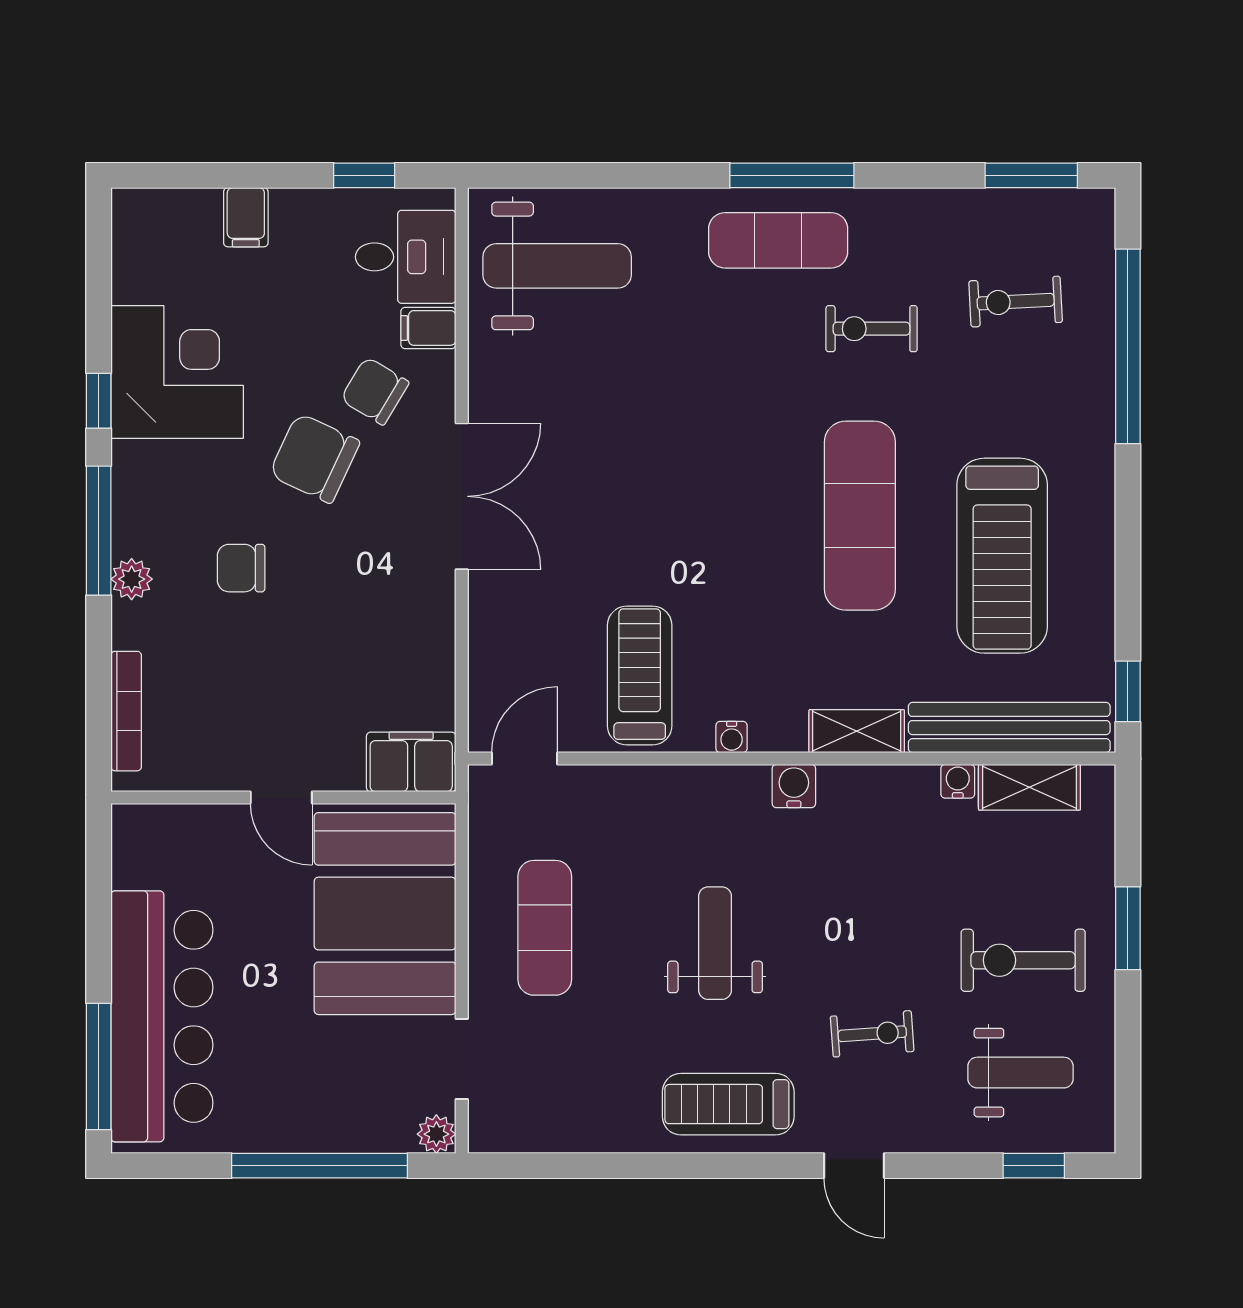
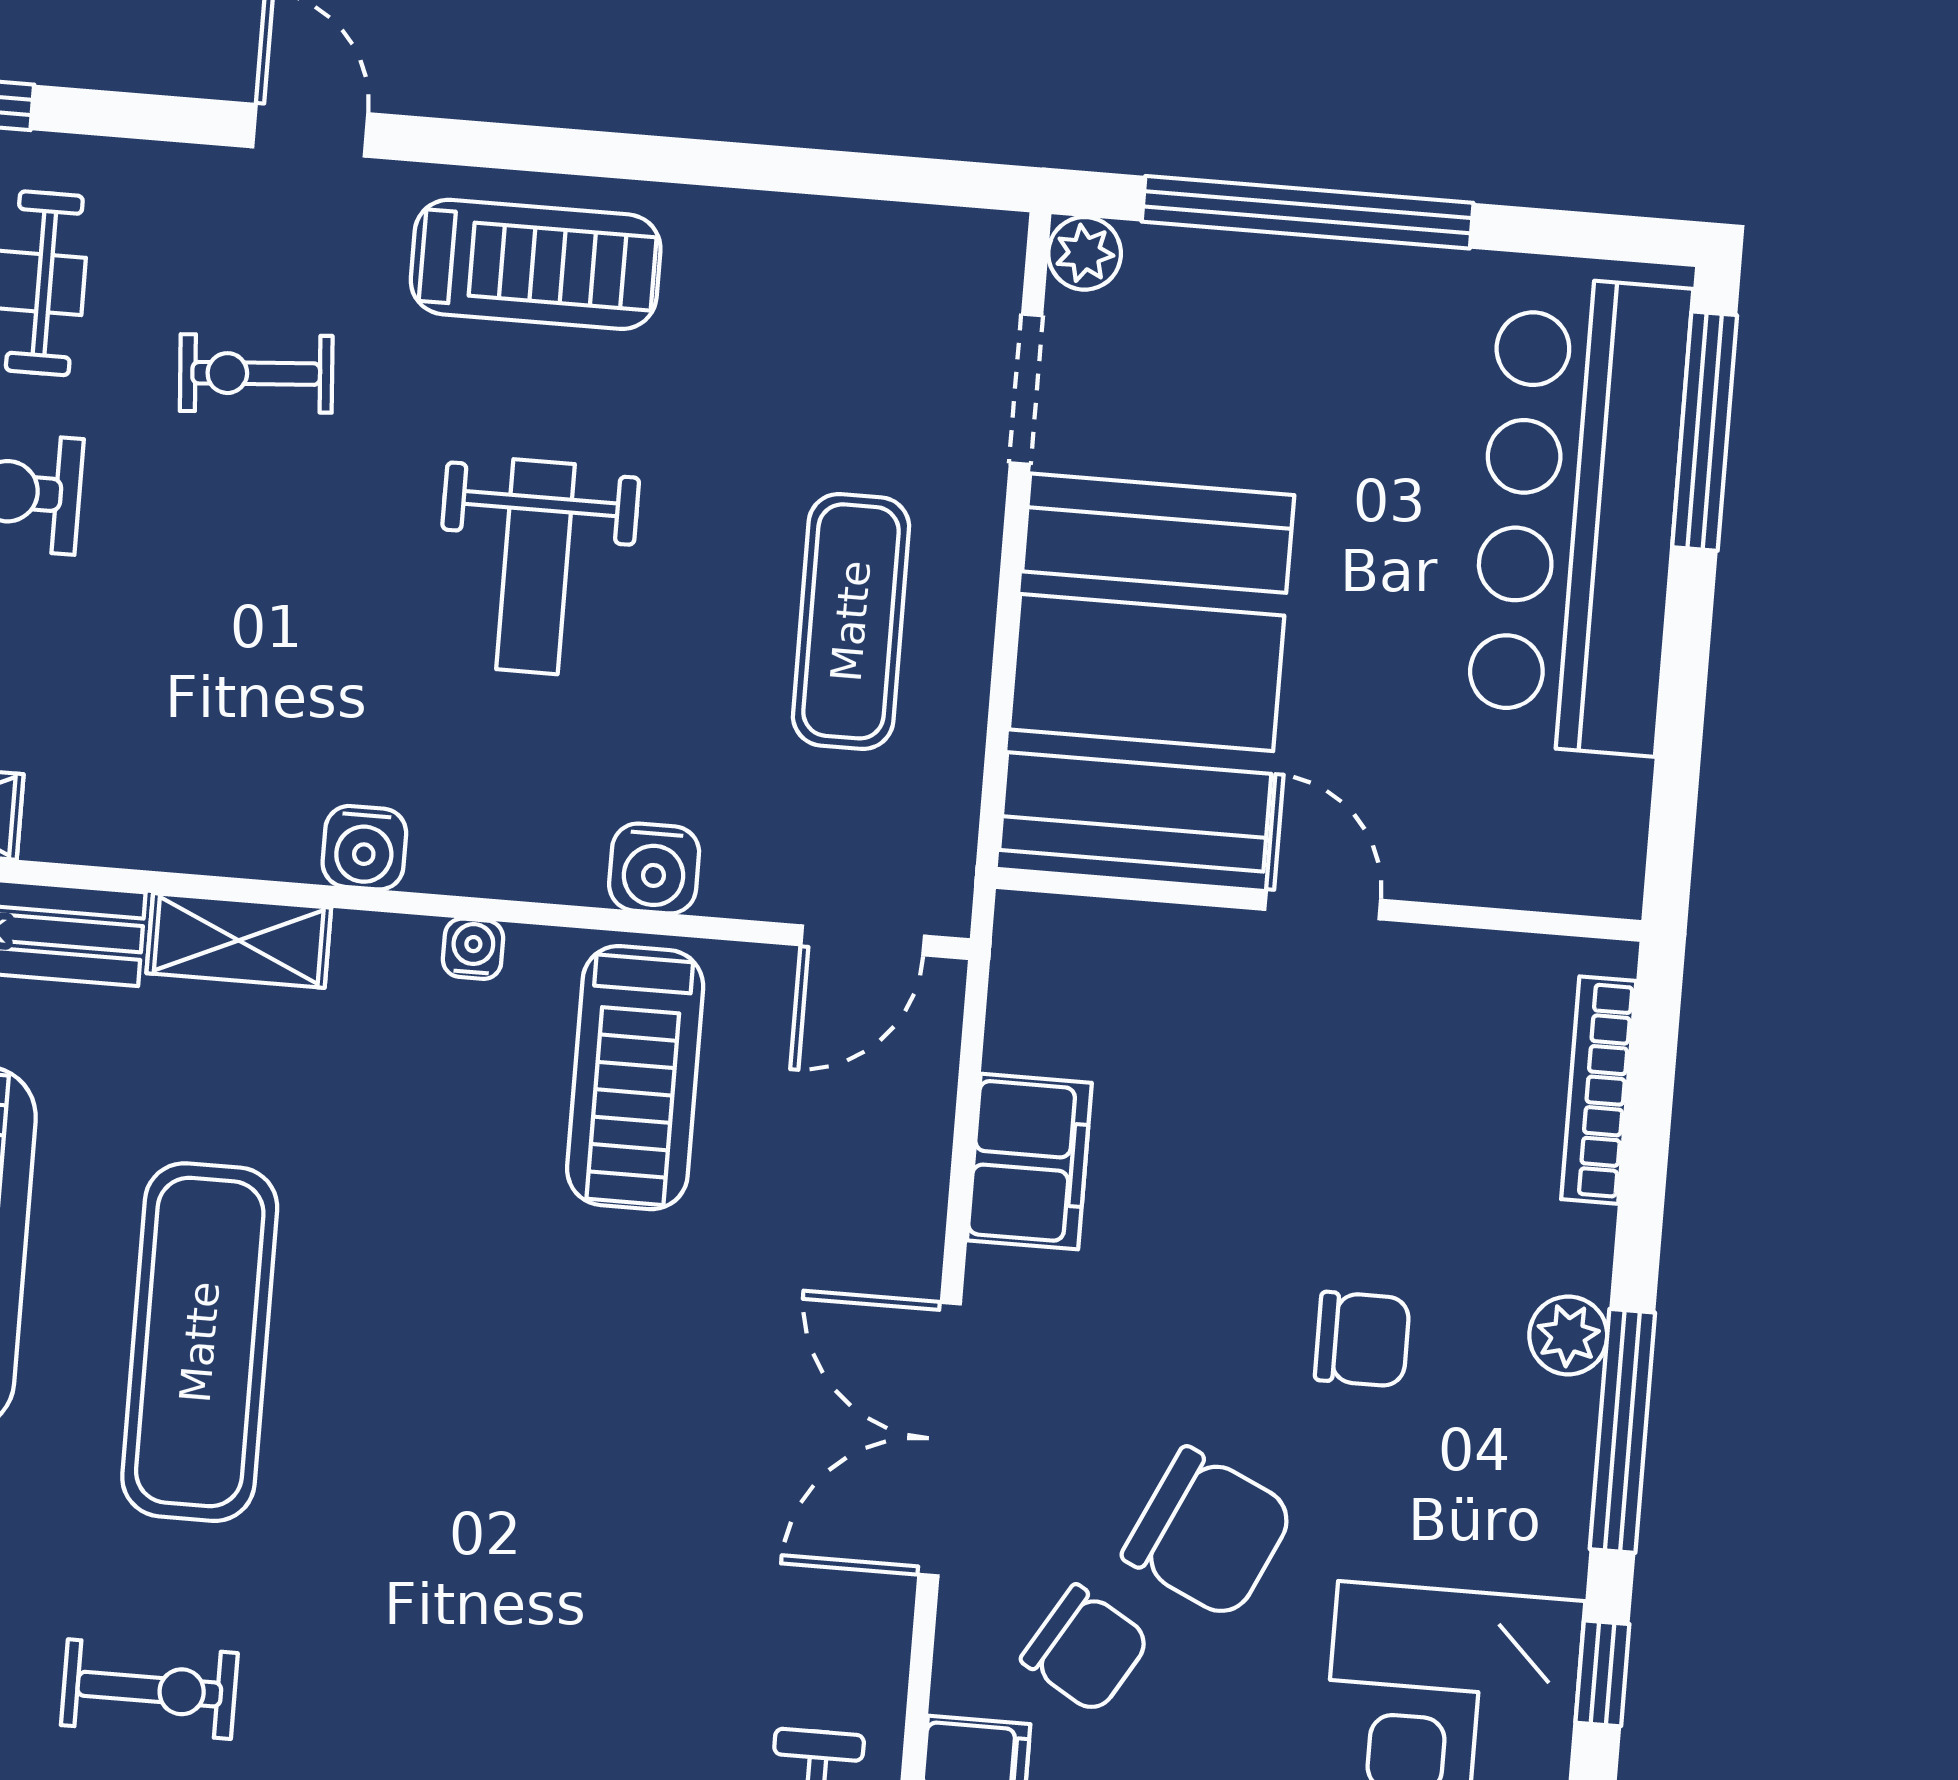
filing cabinet: (411, 762) -> (1029, 1162), moved, turned -90
water cooler: (958, 781) -> (654, 868), moved, width x1.38, depth x1.38

